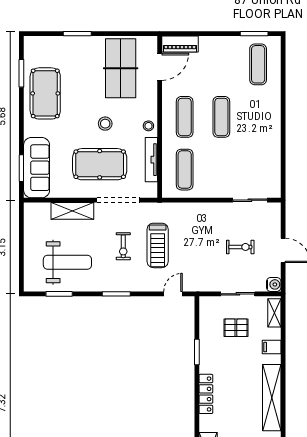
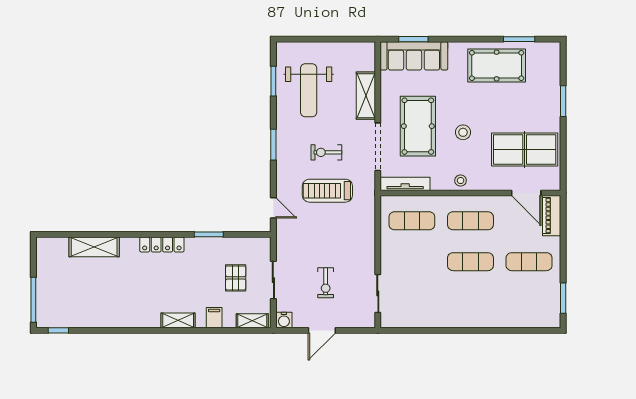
exercise mat: (258, 64) -> (529, 262), moved
tv unit: (151, 160) -> (405, 184), moved
shelving: (272, 398) -> (178, 320), width x0.45, depth x0.75

